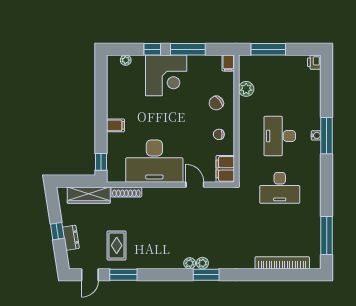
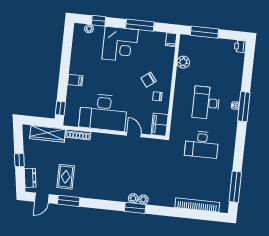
window: (152, 49) -> (99, 21), moved
chair: (216, 103) -> (149, 80), moved
dresser: (71, 238) -> (30, 178), moved
plant: (190, 263) -> (143, 199), moved

